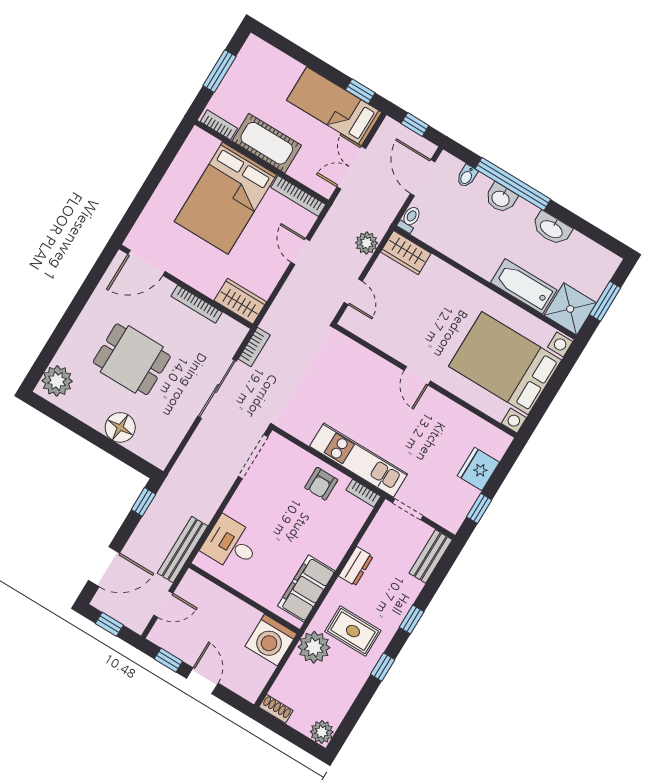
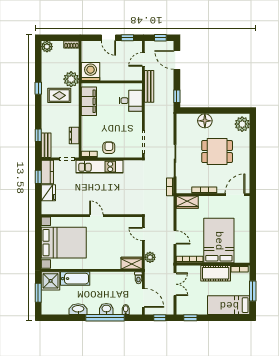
bed: (334, 106) -> (229, 305), moved, turned 180
kitchen counter: (457, 507) -> (47, 172), added
dresser: (356, 566) -> (74, 136), moved
door: (104, 567) -> (177, 60), hinge flipped
window: (412, 619) -> (38, 135), moved

